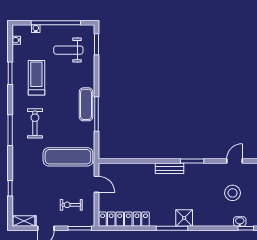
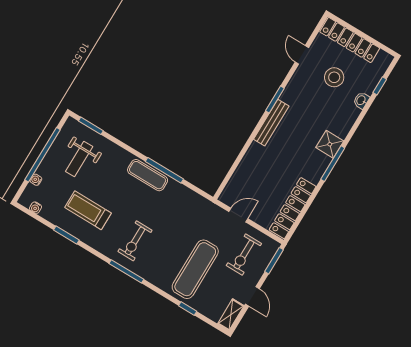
exercise bike: (35, 123) -> (135, 241), turned -90
exercise mat: (68, 157) -> (195, 269), moved
bench: (169, 168) -> (271, 123), width x1.36
exercise bike: (71, 205) -> (244, 255), width x1.38, depth x1.39
washbasin: (240, 221) -> (361, 100), moved

